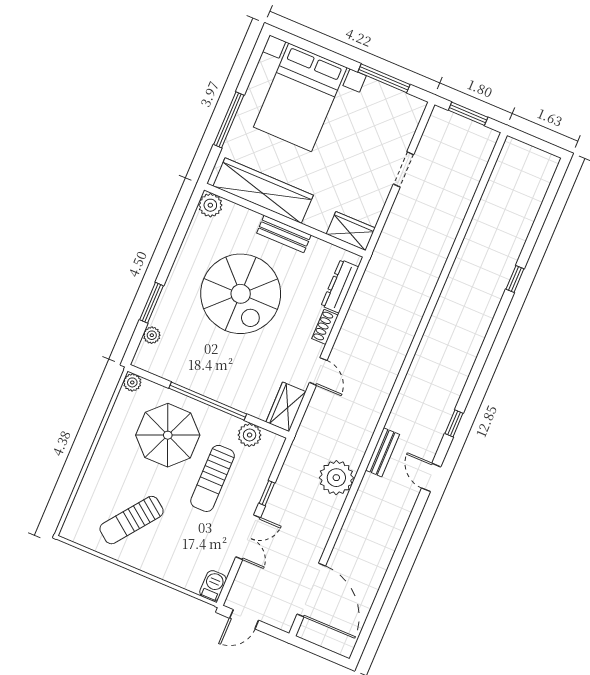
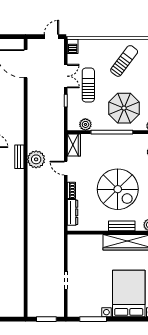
wardrobe: (351, 231) -> (78, 241), removed
bench: (284, 234) -> (122, 226), moved
spiral stairs: (241, 294) -> (118, 189), turned 180
bench: (383, 452) -> (19, 157), moved
sun lounger: (213, 478) -> (88, 85), moved
plant: (336, 478) -> (36, 159), moved
double door: (248, 537) -> (66, 76), swing flipped

